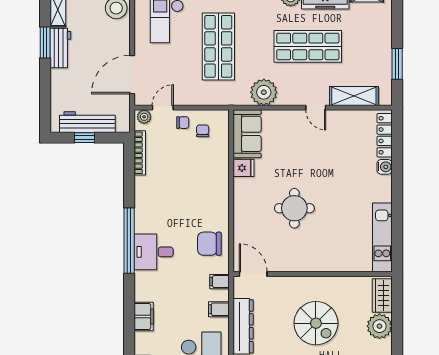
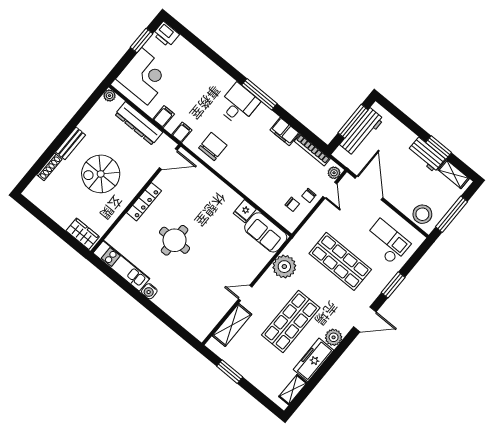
locker: (385, 135) -> (144, 202), moved, turned 90
window: (85, 138) -> (353, 121), width x2.17
water cooler: (385, 167) -> (149, 291), moved
round table: (294, 208) -> (175, 240), moved
window: (129, 241) -> (259, 94), width x0.68
filing cabinet: (144, 316) -> (285, 132), moved
plant: (379, 326) -> (64, 215), removed

